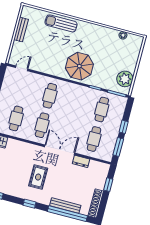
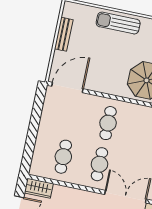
door: (22, 68) -> (67, 88), width x1.87

